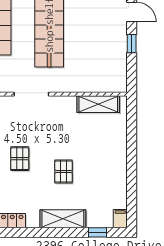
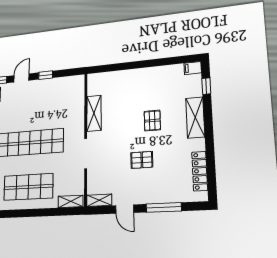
shelving: (98, 104) -> (94, 113), moved
pallet: (64, 172) -> (152, 121), turned 90

